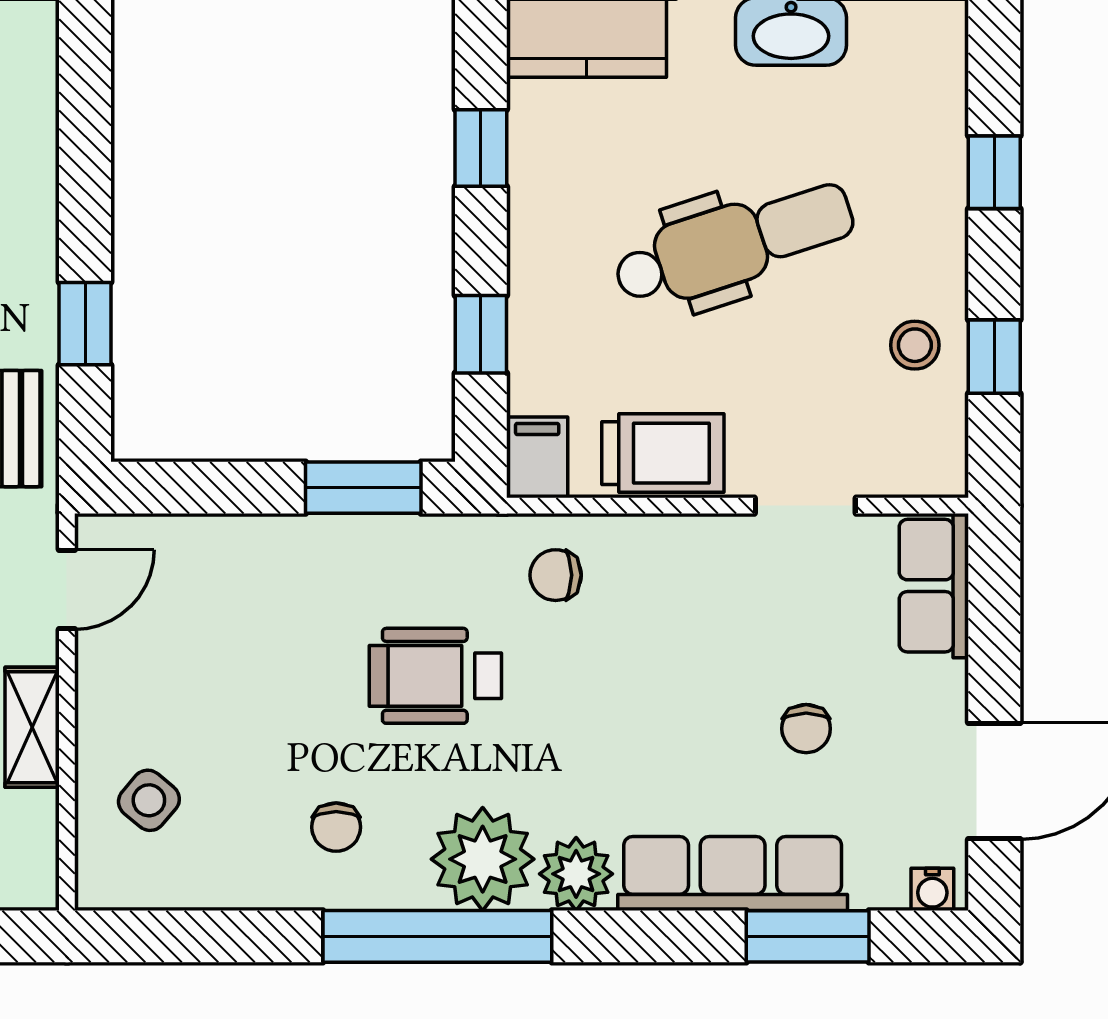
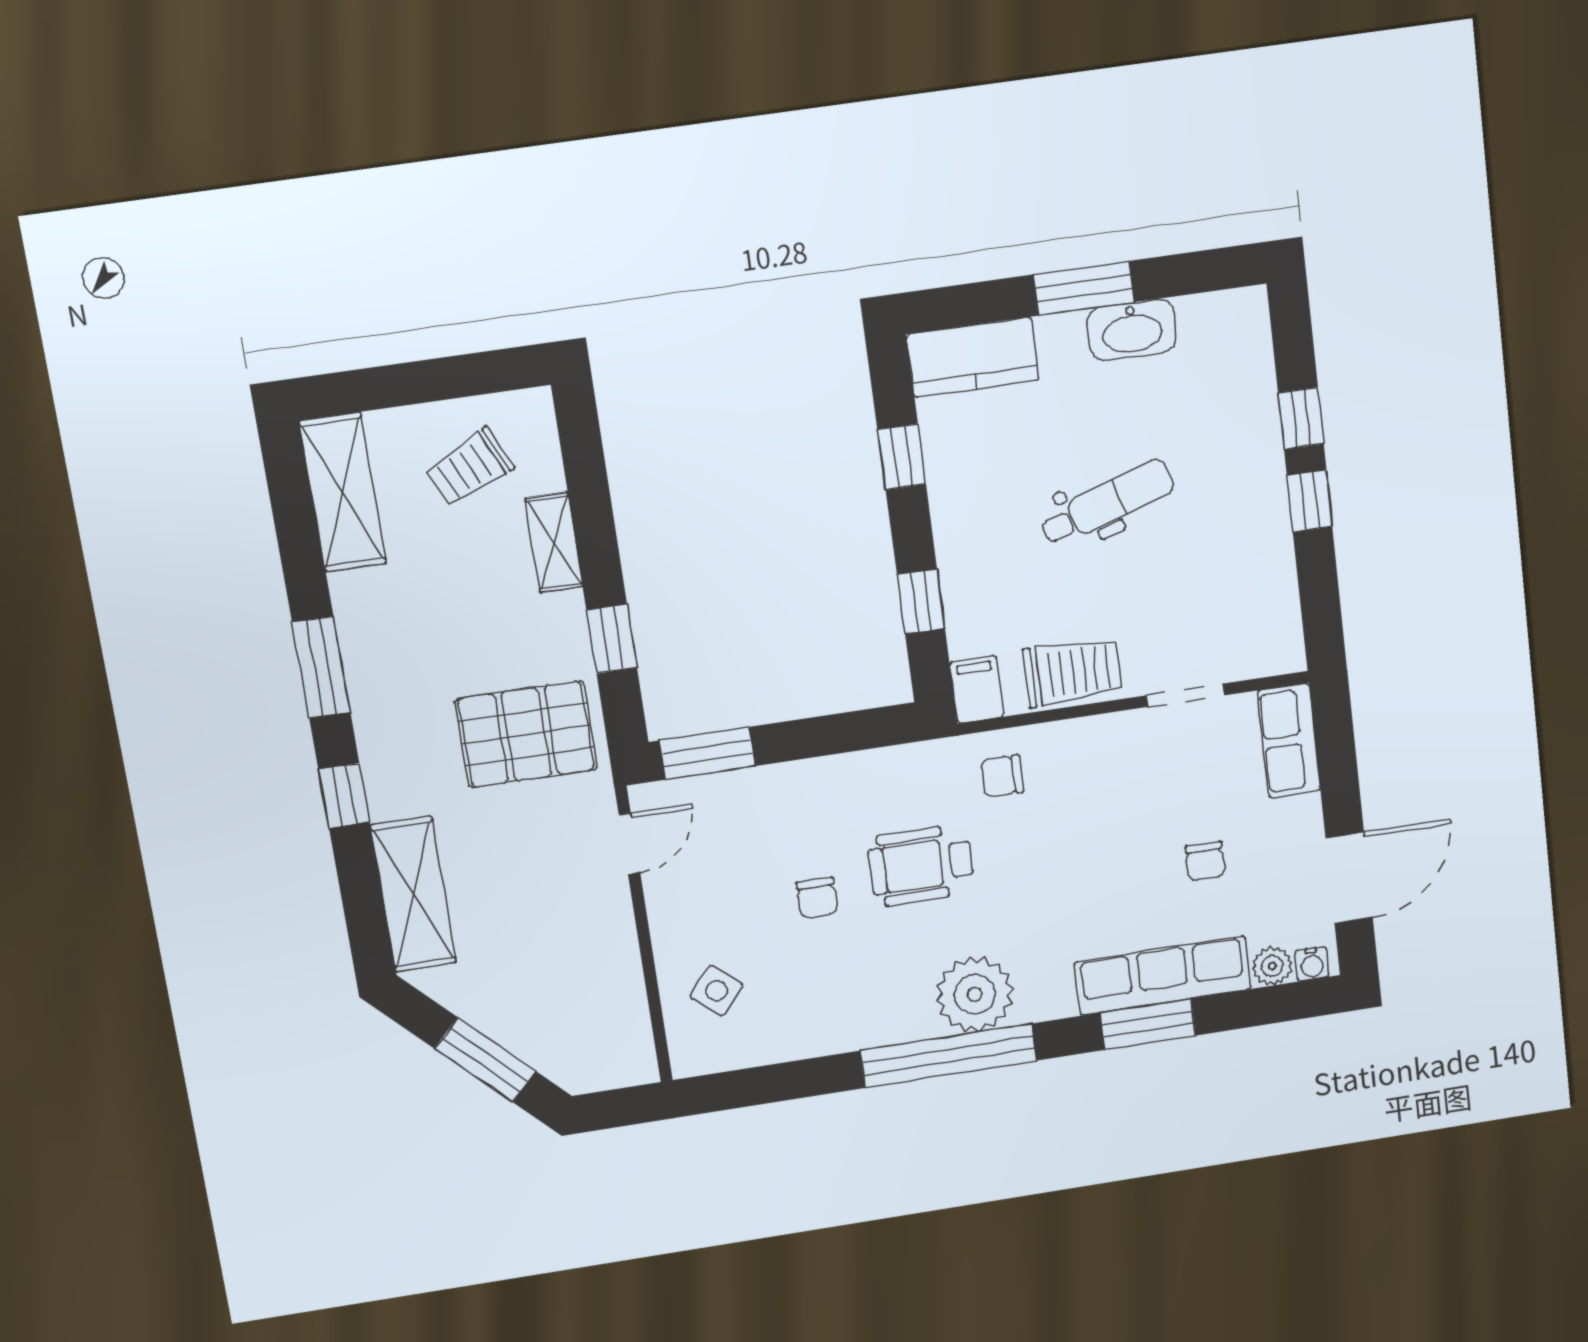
dental chair: (734, 244) -> (1107, 503), width x0.73, depth x0.72
stool: (915, 345) -> (1255, 561), removed
window: (994, 357) -> (1310, 501), moved
window: (363, 488) -> (707, 753), moved
shelving: (32, 727) -> (554, 542), moved
chair: (336, 827) -> (817, 898), moved
plant: (576, 874) -> (1272, 966), moved, width x0.73, depth x0.73
window: (808, 936) -> (1148, 1024), moved

